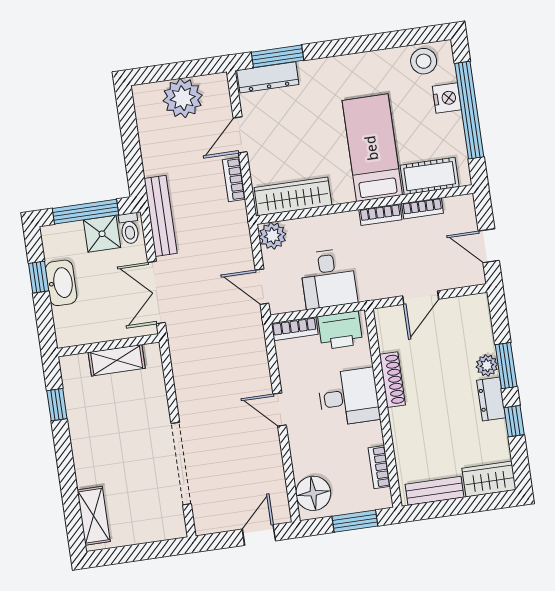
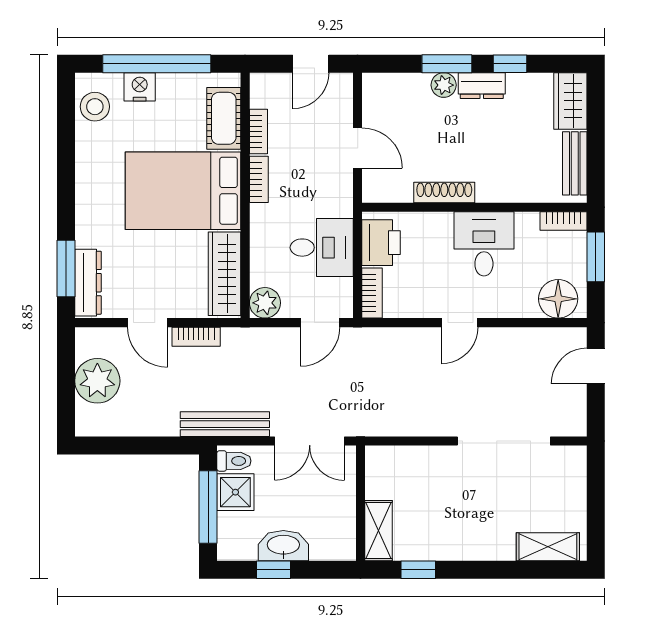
bed: (372, 148) -> (183, 191), width x1.50
shelving: (117, 360) -> (379, 531), moved
desk: (349, 397) -> (484, 244), moved
bookcase: (379, 467) -> (564, 221), moved
door: (259, 535) -> (596, 366), hinge flipped

